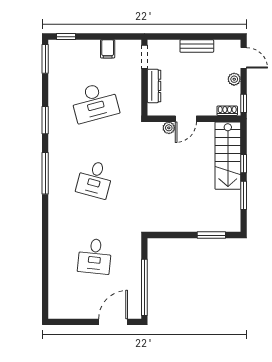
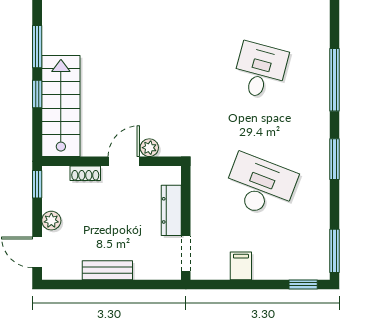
desk: (95, 102) -> (260, 186), turned 36
shoe rack: (227, 111) -> (85, 173), moved

